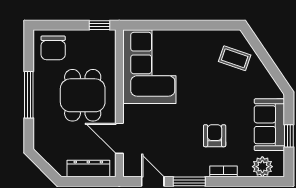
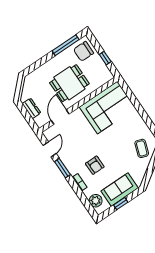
window: (99, 25) -> (105, 58), moved
window: (29, 95) -> (66, 45), moved
armchair: (215, 136) -> (95, 165), turned 90
dresser: (88, 168) -> (31, 108), width x0.70

